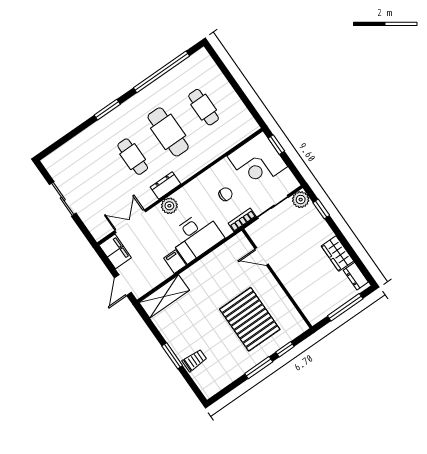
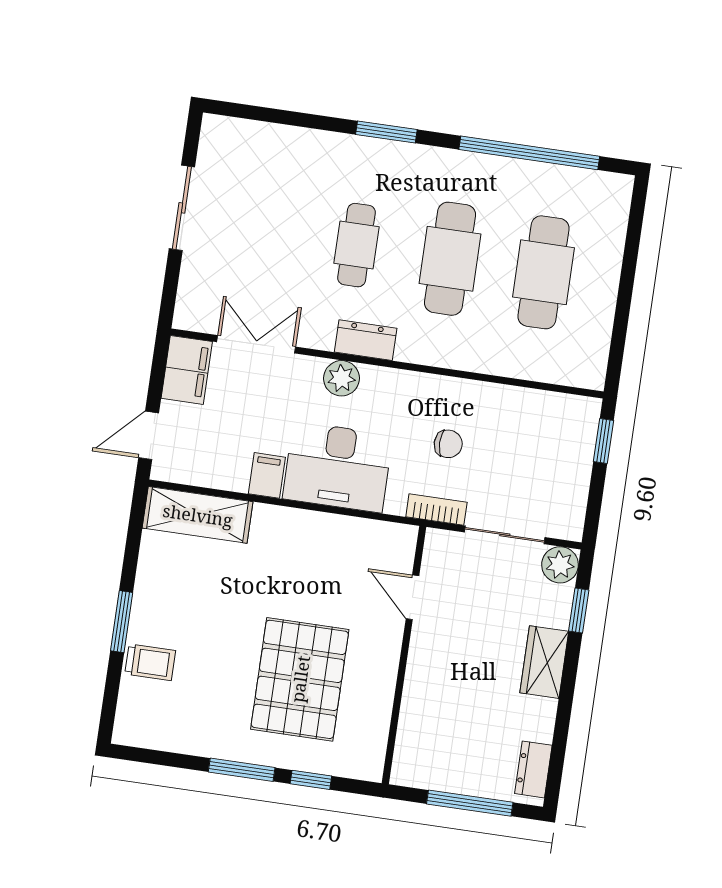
cafe table: (204, 107) -> (544, 272), width x1.37, depth x1.35
corner desk: (257, 161) -> (548, 439), removed
wardrobe: (337, 254) -> (544, 662), moved

